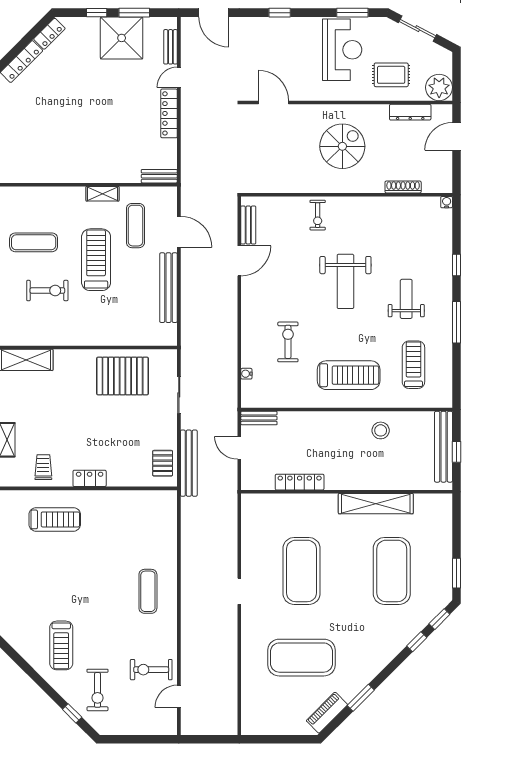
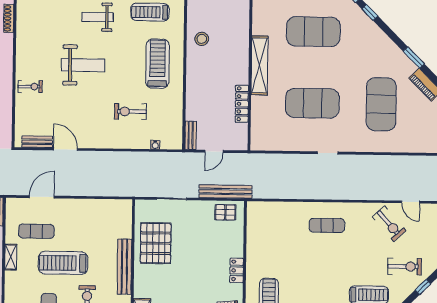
bench: (168, 288) -> (124, 267), moved, turned 90
shelving: (376, 504) -> (259, 65), moved
exercise bike: (151, 670) -> (389, 224), turned -42

